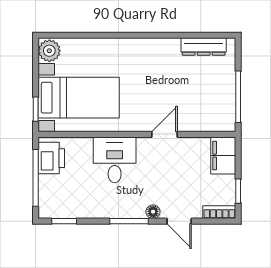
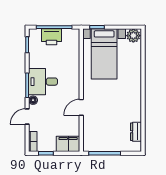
dresser: (204, 47) -> (136, 132), width x0.70
door: (164, 134) -> (81, 107), swing flipped
printer: (51, 158) -> (51, 37), moved
desk: (115, 160) -> (43, 82), moved, turned 180

